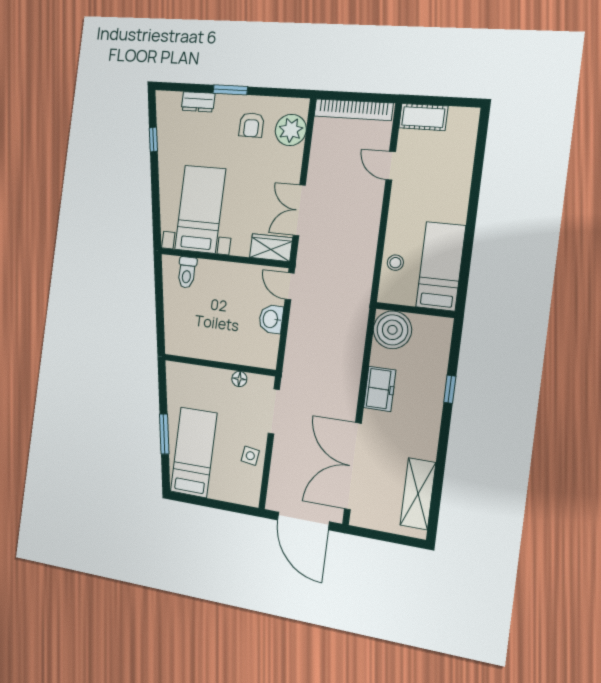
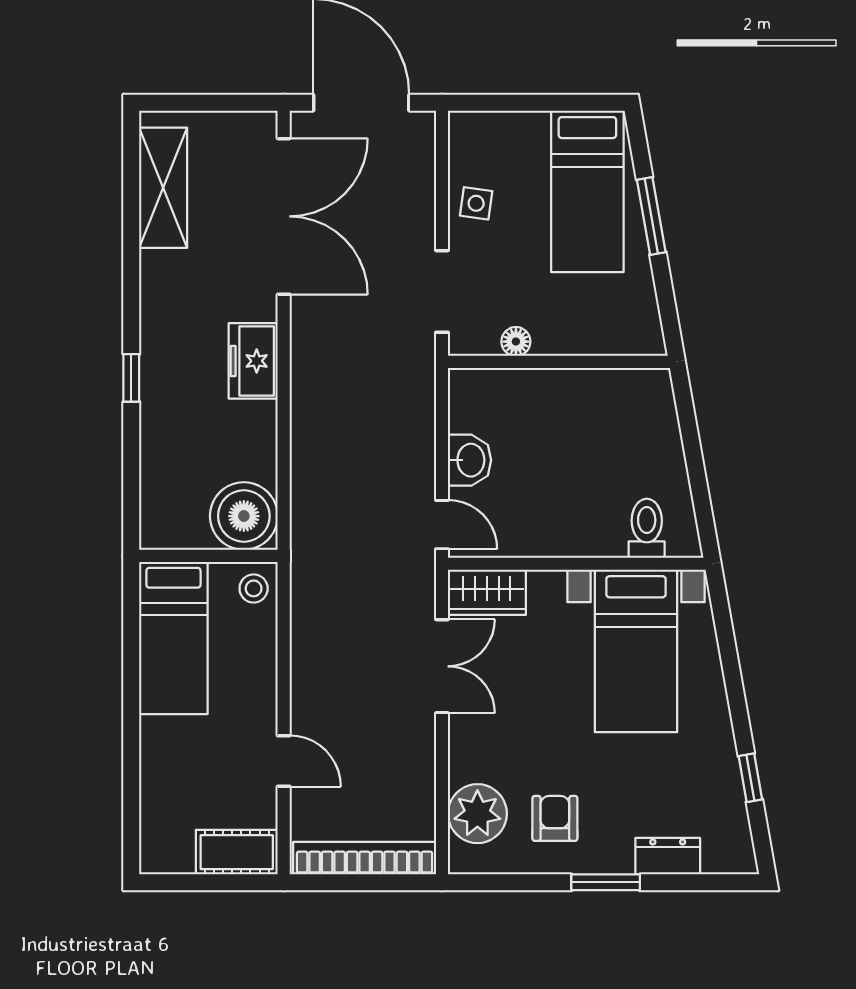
bed: (441, 266) -> (173, 638), moved
wall: (415, 310) -> (208, 556), moved
boiler: (392, 330) -> (244, 516), moved

